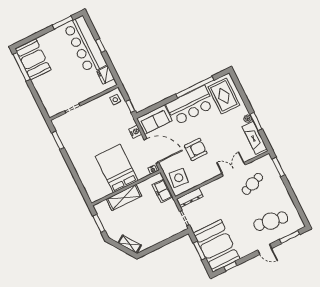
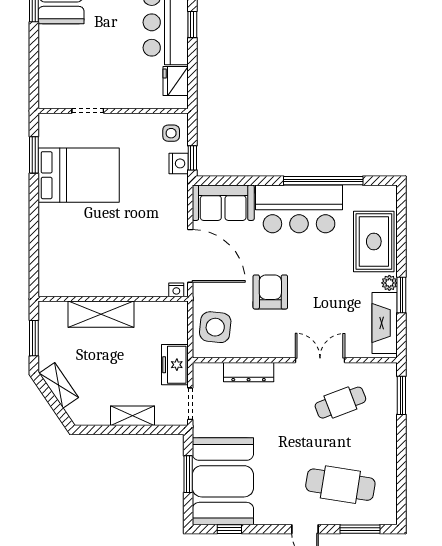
rug: (224, 96) -> (374, 241), moved
nightstand: (135, 132) -> (179, 163), moved
armchair: (196, 149) -> (270, 292), turned -90
bed: (117, 168) -> (79, 175), moved, turned 90
freezer: (162, 191) -> (175, 365), moved
dresser: (190, 198) -> (249, 372), moved
shelving: (161, 236) -> (132, 416), added
shelving: (130, 244) -> (59, 385), moved

